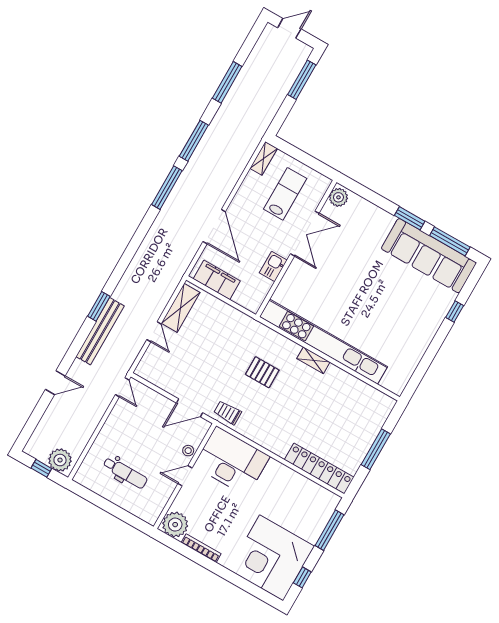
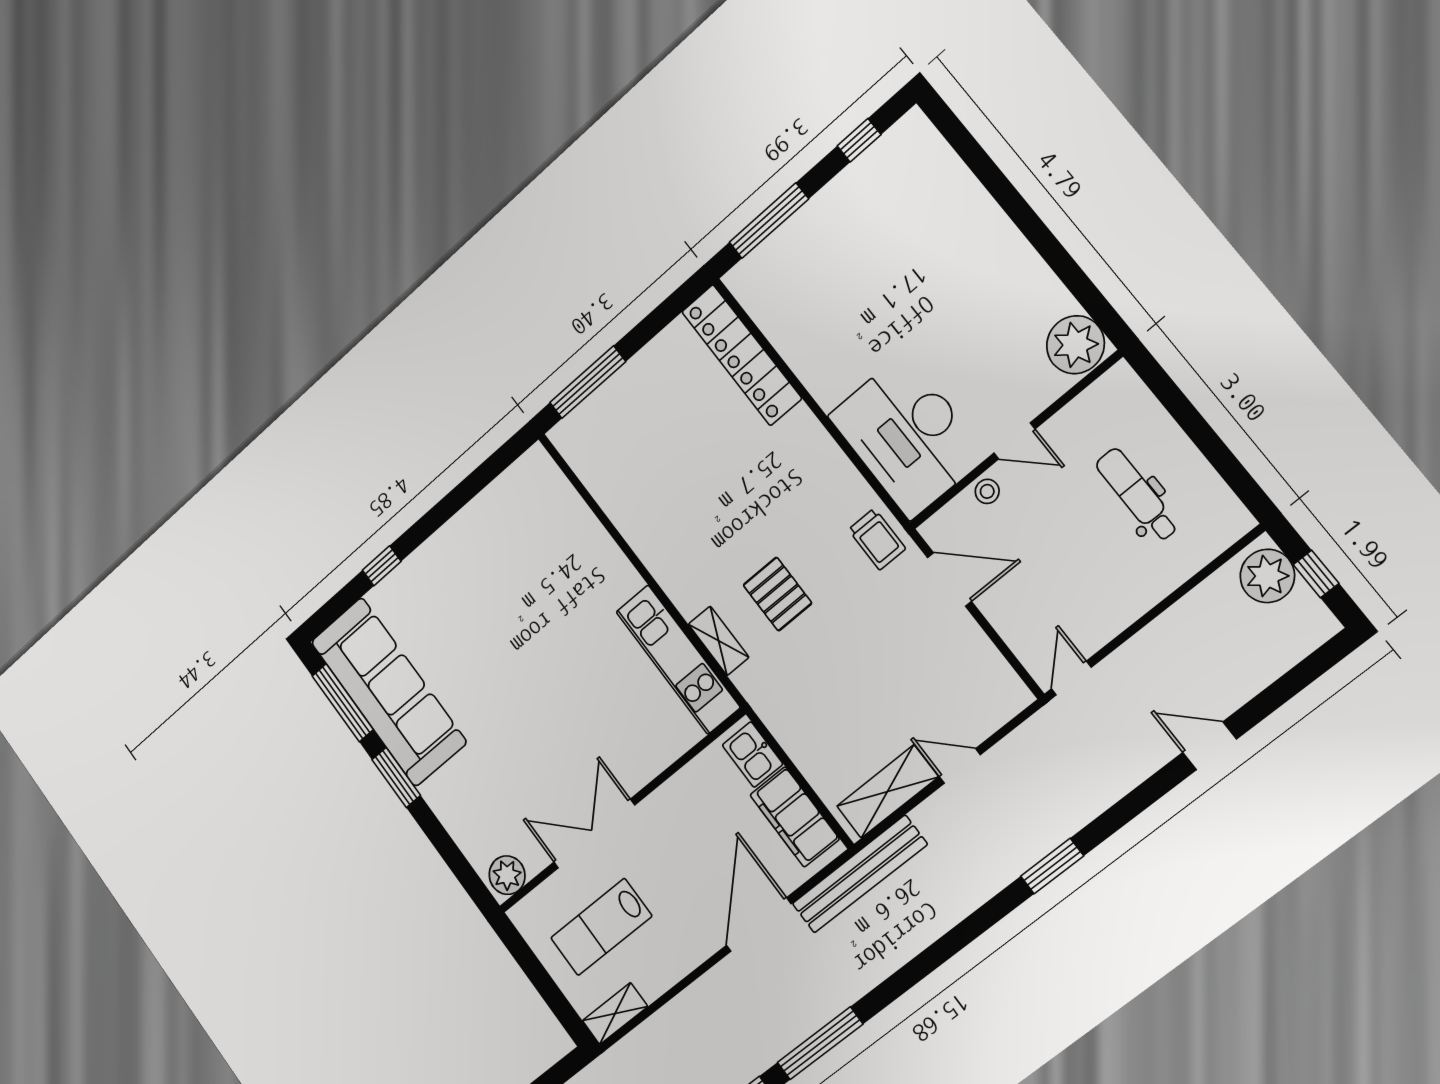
kitchen sink: (273, 267) -> (752, 755), moved, turned 90
bench: (100, 331) -> (859, 874), moved
door: (154, 332) -> (960, 766), hinge flipped
kitchen unit: (323, 342) -> (678, 659), width x0.54
shelving: (313, 360) -> (719, 641), moved
window: (376, 449) -> (588, 382), moved
bookcase: (201, 548) -> (1041, 275), removed
corner desk: (271, 558) -> (905, 203), removed

